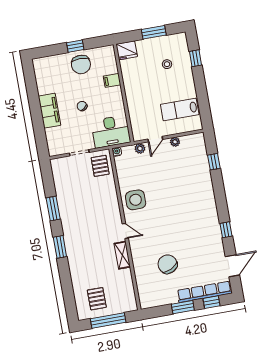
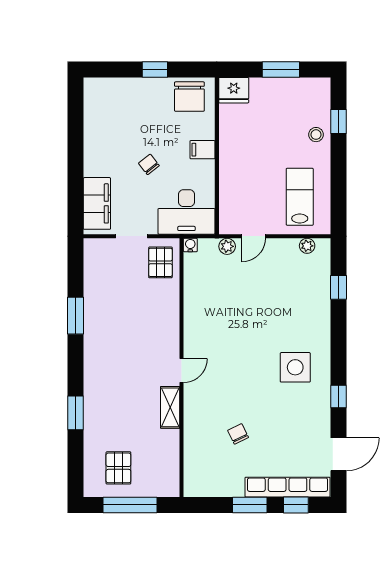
chair: (81, 64) -> (189, 97), moved
stool: (167, 64) -> (316, 135), moved
filing cabinet: (112, 80) -> (202, 150), moved
lab bench: (180, 109) -> (300, 197), turned 90
filing cabinet: (49, 111) -> (97, 203), moved
plant: (175, 142) -> (307, 246), moved
side table: (136, 200) -> (295, 367), moved
door: (125, 231) -> (182, 370), hinge flipped
window: (60, 247) -> (76, 413), moved
chair: (168, 264) -> (238, 434), width x0.54, depth x0.54

